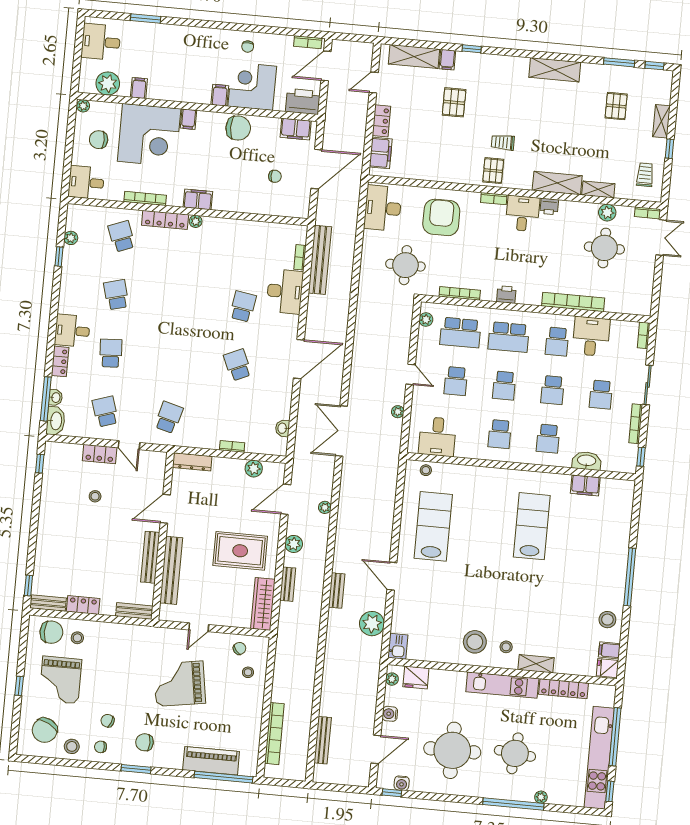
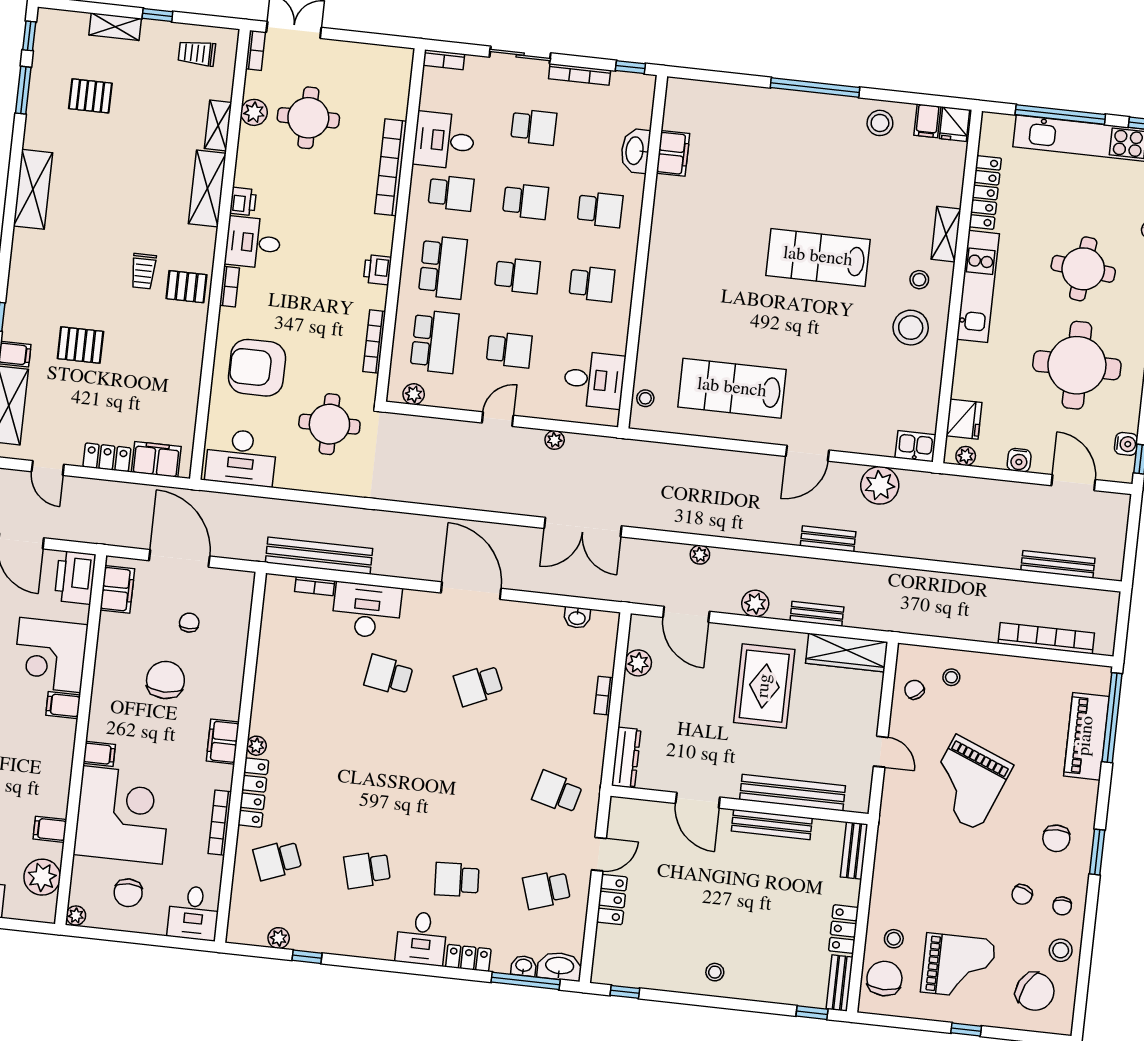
chair: (238, 128) -> (165, 680), moved
stool: (95, 496) -> (715, 972), moved
lab bench: (532, 526) -> (818, 257), moved
grand piano: (180, 684) -> (967, 783), turned 31

